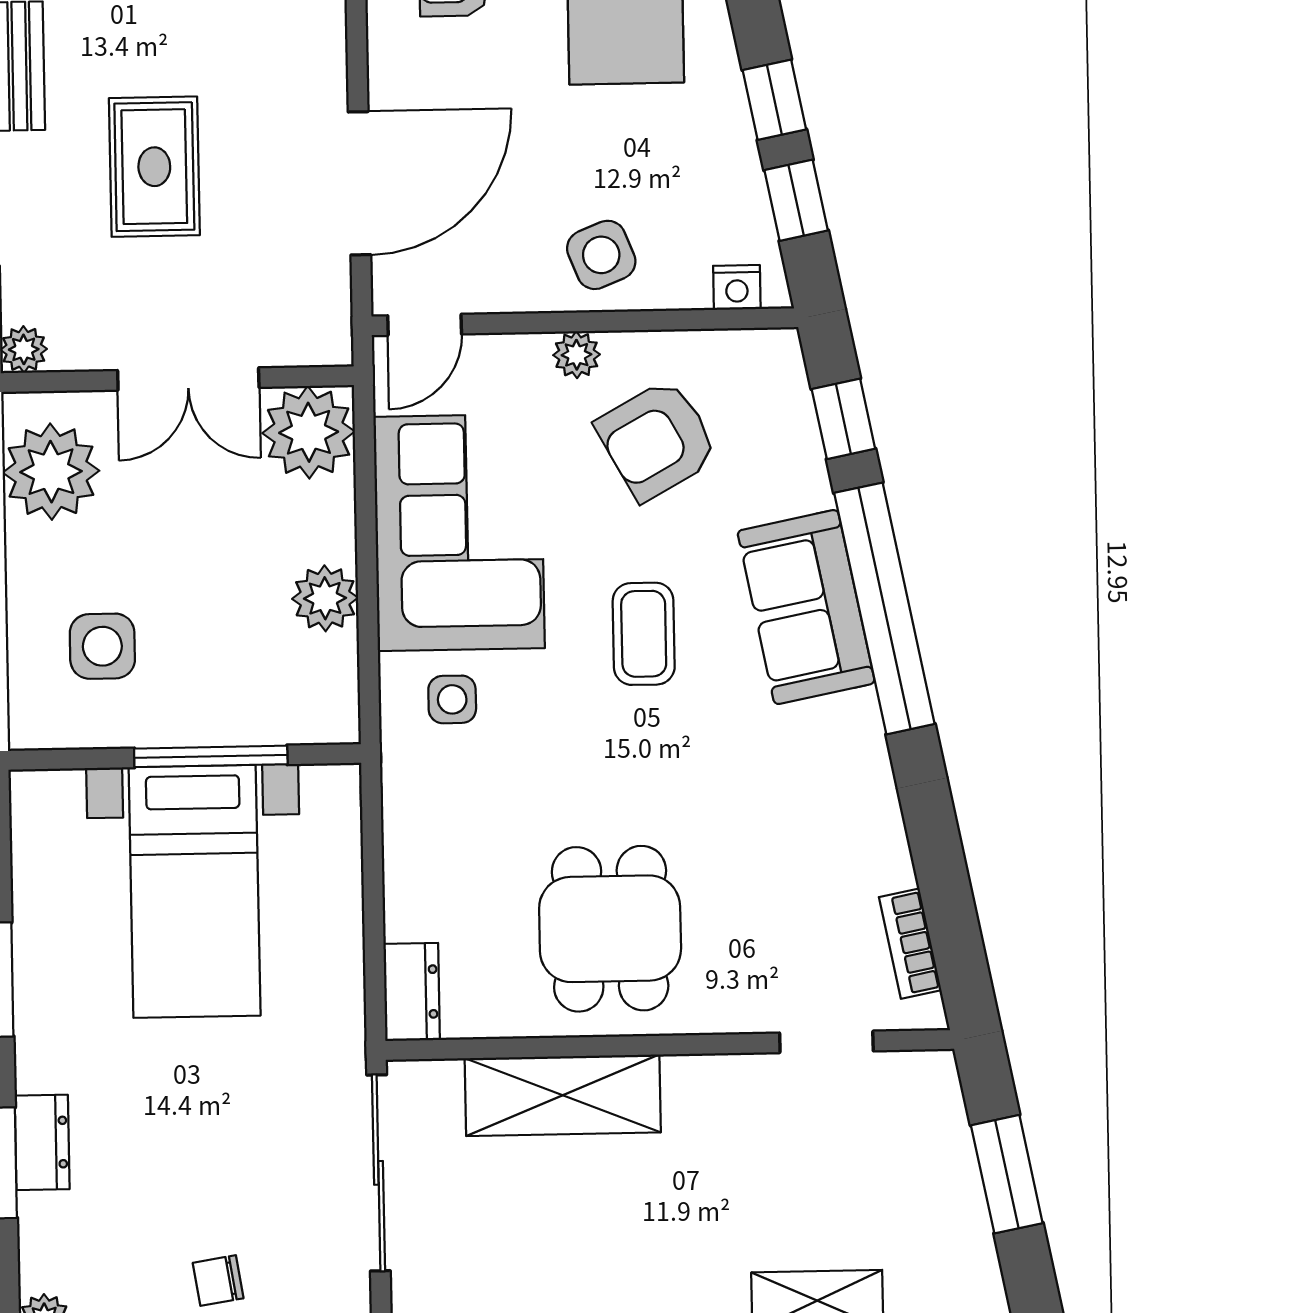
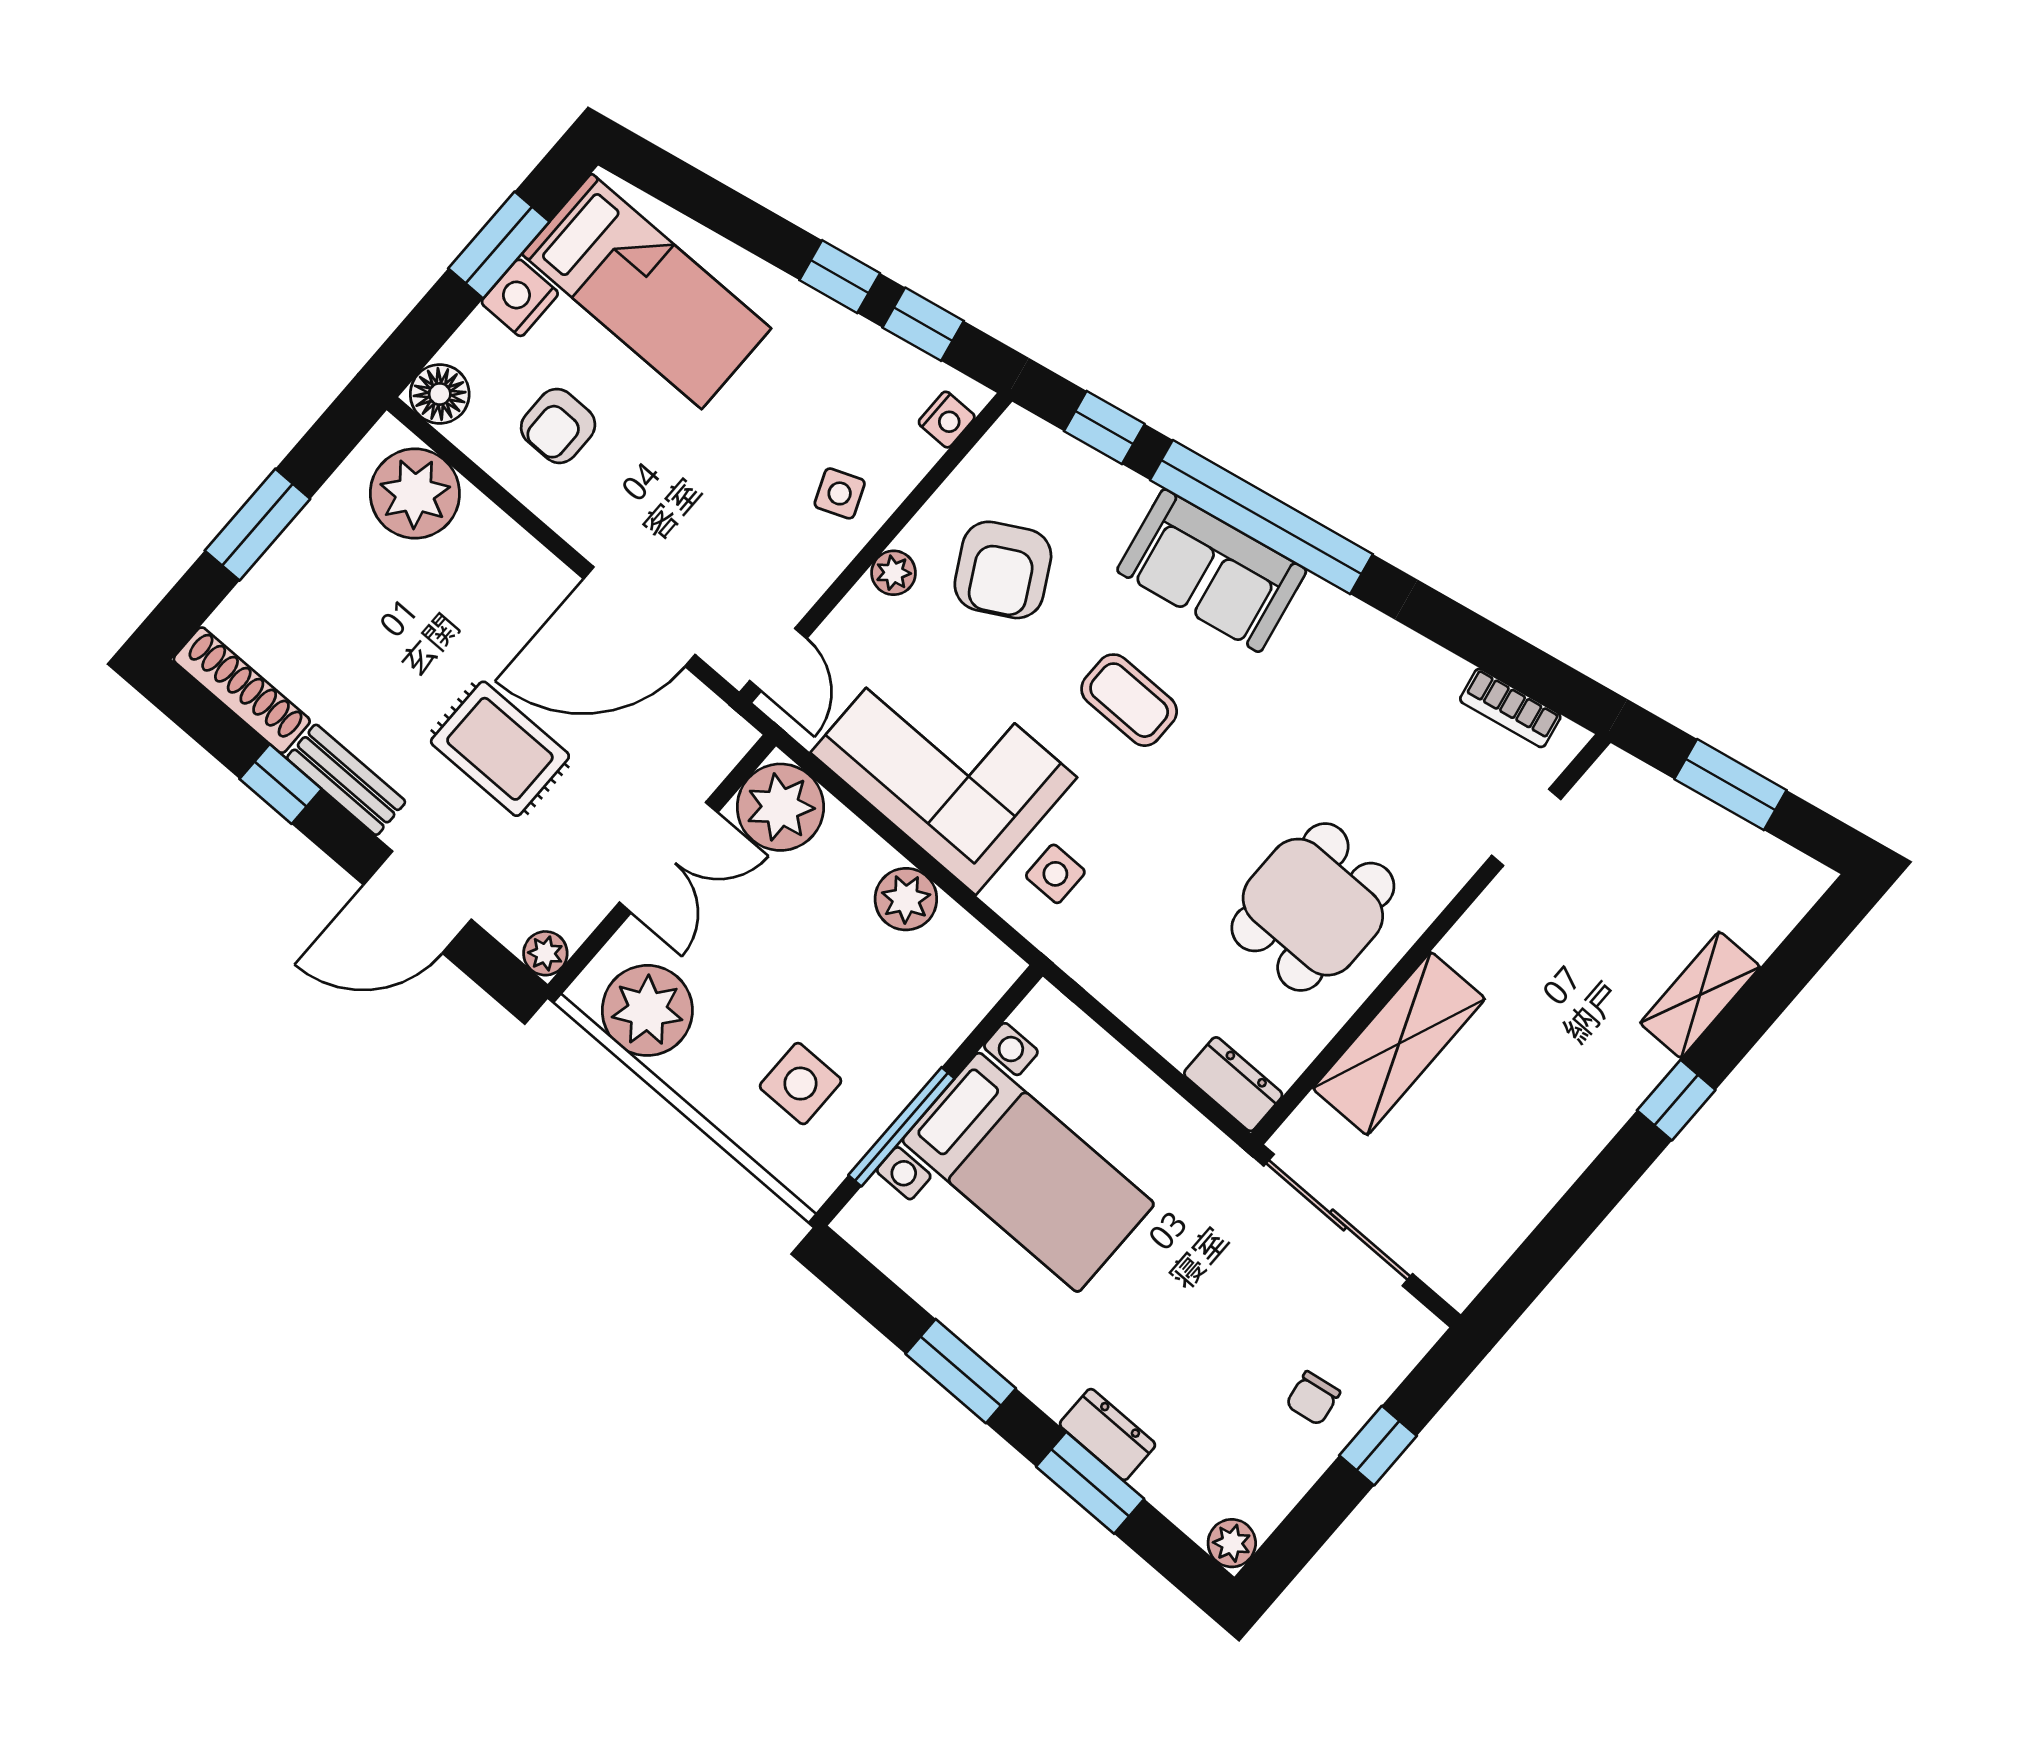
door: (359, 183) -> (639, 617), swing flipped
side table: (601, 255) -> (840, 493), width x0.73, depth x0.73
window: (211, 756) -> (901, 1127), moved
dining table: (610, 929) -> (1313, 907), turned 90

